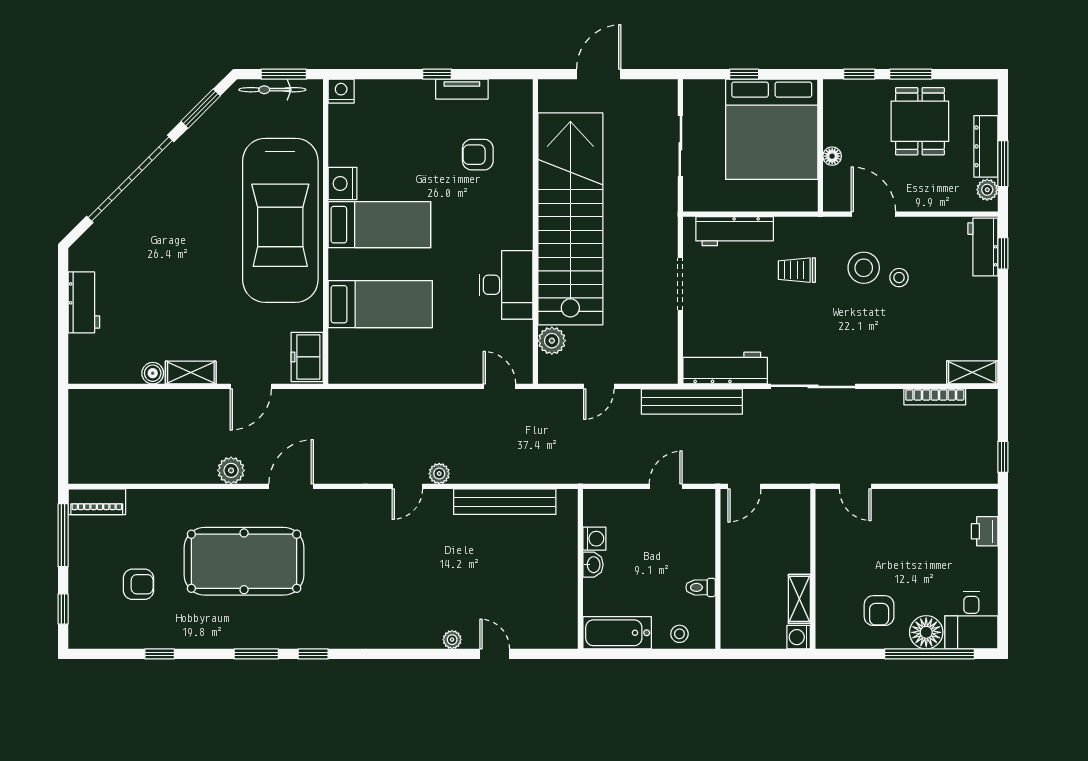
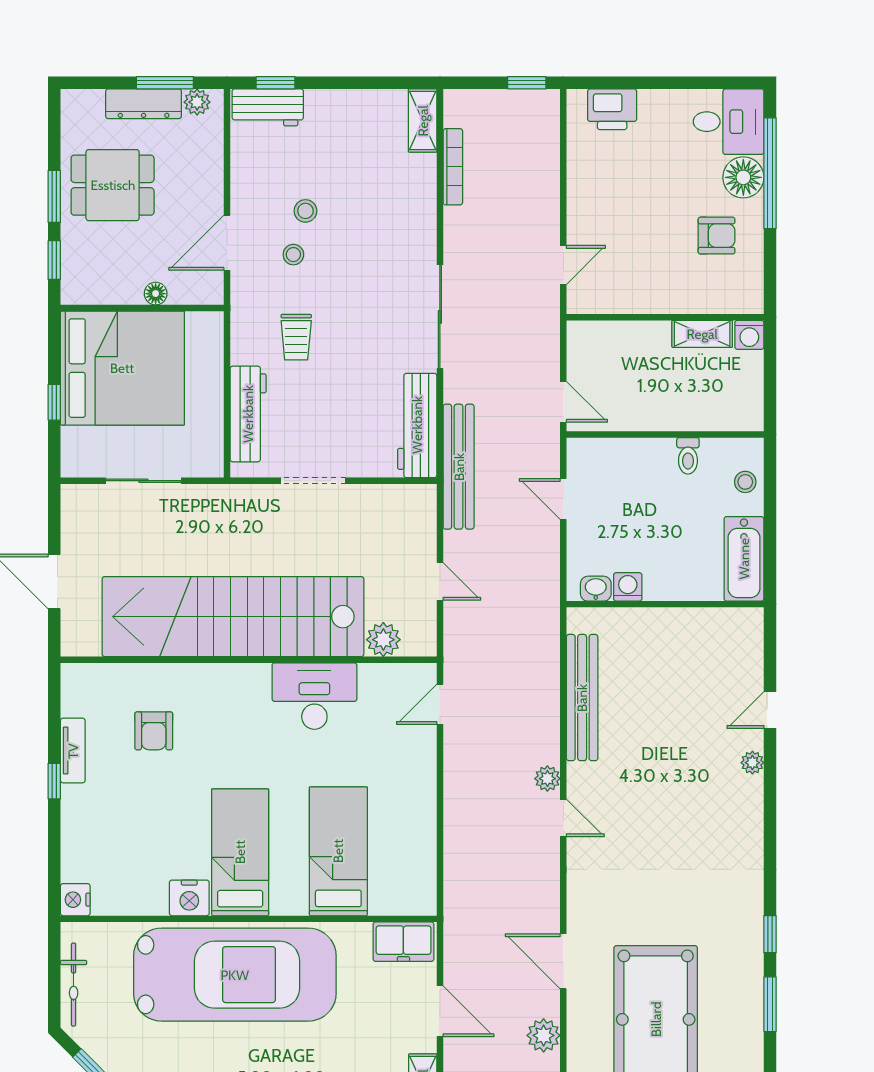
window: (284, 74) -> (54, 970), removed
stool: (864, 268) -> (293, 255), width x0.53, depth x0.53
printer: (985, 531) -> (612, 109), width x1.36, depth x1.24
washbasin: (593, 565) -> (596, 589), moved

